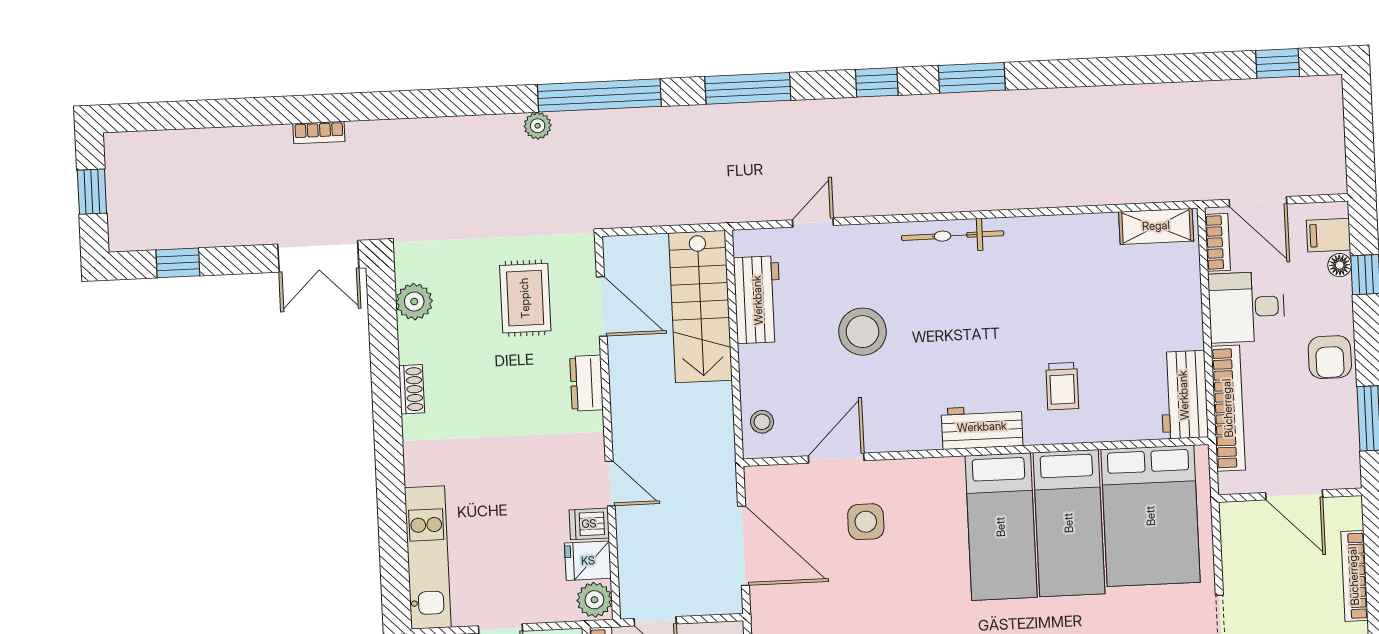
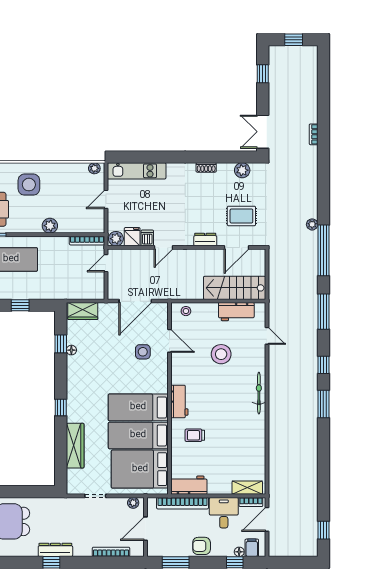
shelving: (1156, 226) -> (247, 488), moved, turned 90
plant: (1233, 528) -> (133, 503), added

